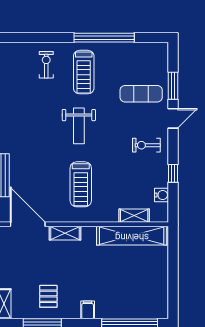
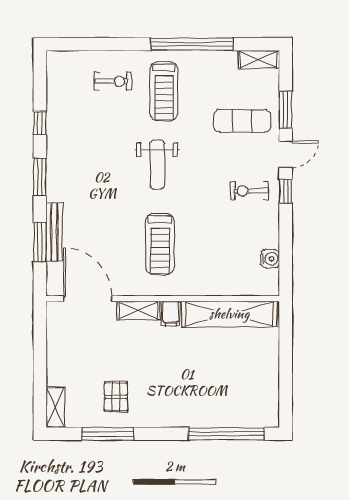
exercise bike: (46, 65) -> (113, 81), turned 90
window: (173, 173) -> (286, 191), moved
shelving: (134, 216) -> (259, 59), moved
filing cabinet: (88, 310) -> (171, 313), moved, turned 180

